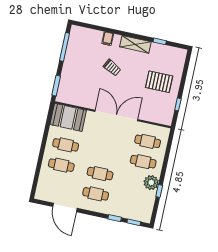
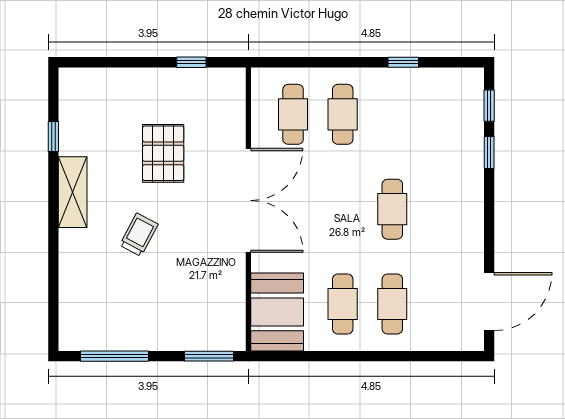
filing cabinet: (108, 39) -> (73, 259), removed
pallet: (159, 82) -> (163, 153), moved
double door: (116, 115) -> (248, 200), swing flipped
plant: (151, 183) -> (387, 85), removed
cafe table: (96, 194) -> (442, 209), removed
door: (65, 207) -> (489, 302), moved

